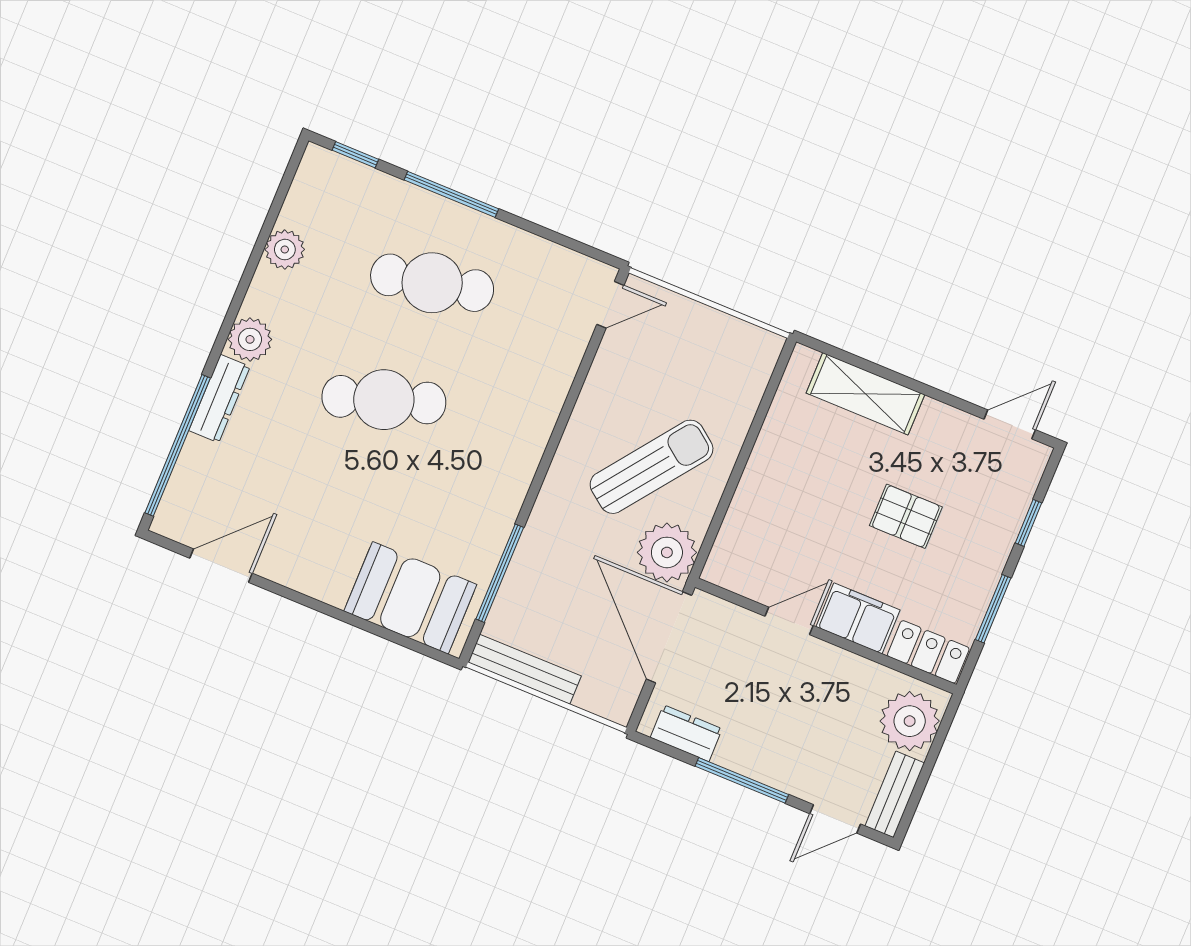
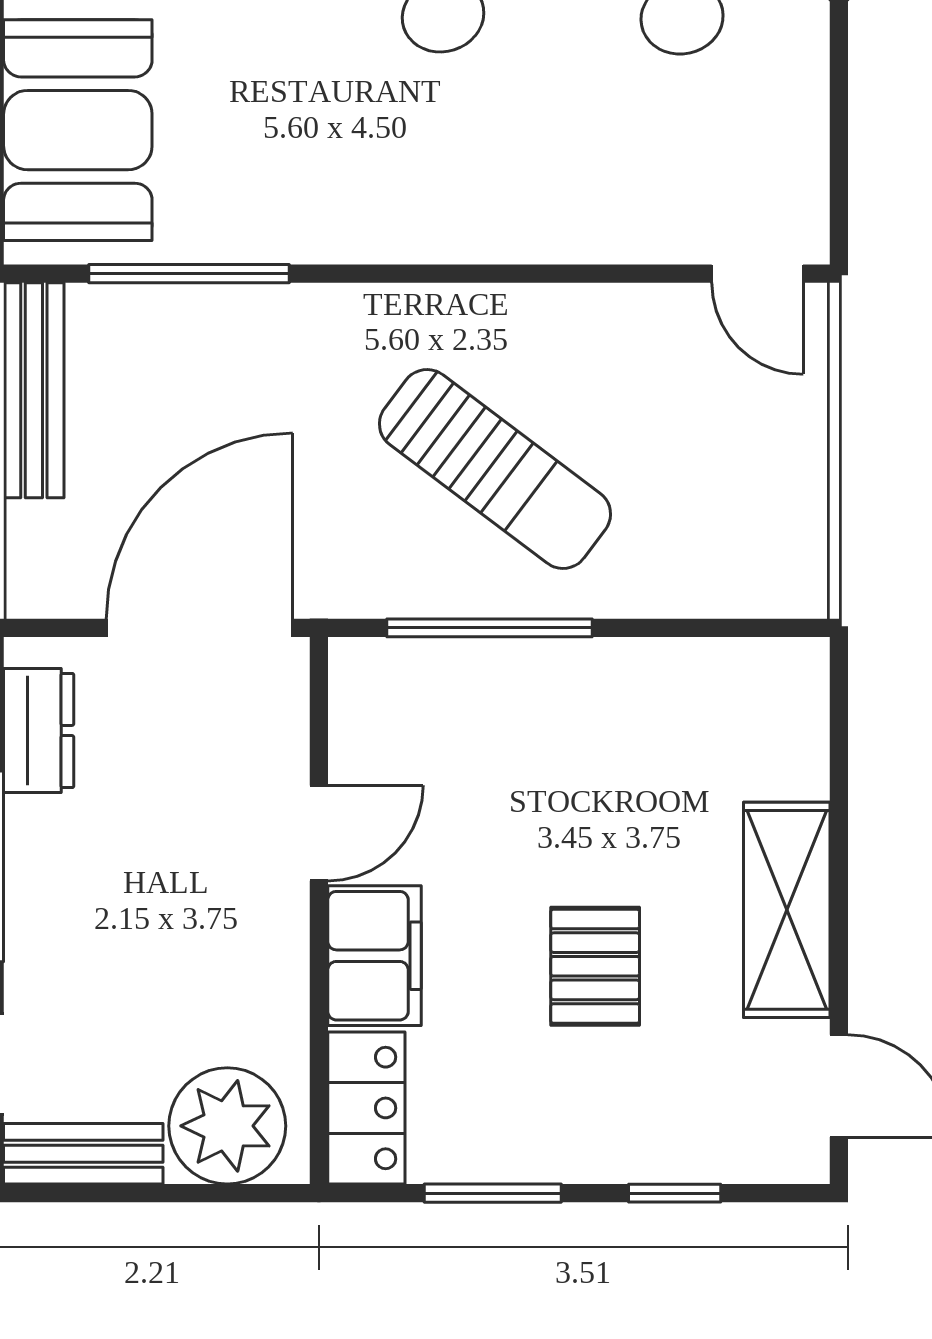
shelving: (865, 394) -> (787, 910), moved
window: (726, 500) -> (489, 628), added
plant: (667, 552) -> (351, 561), removed
door: (789, 621) -> (319, 833), hinge flipped

